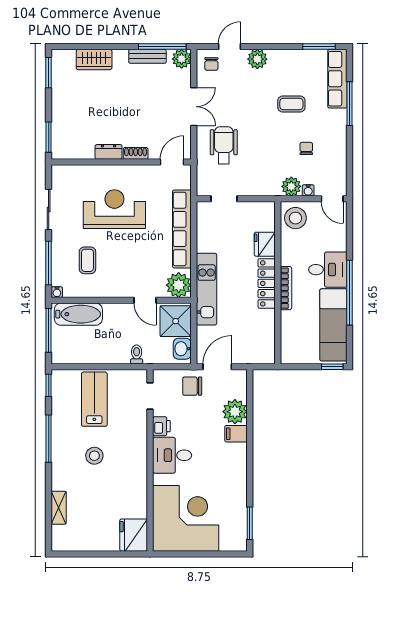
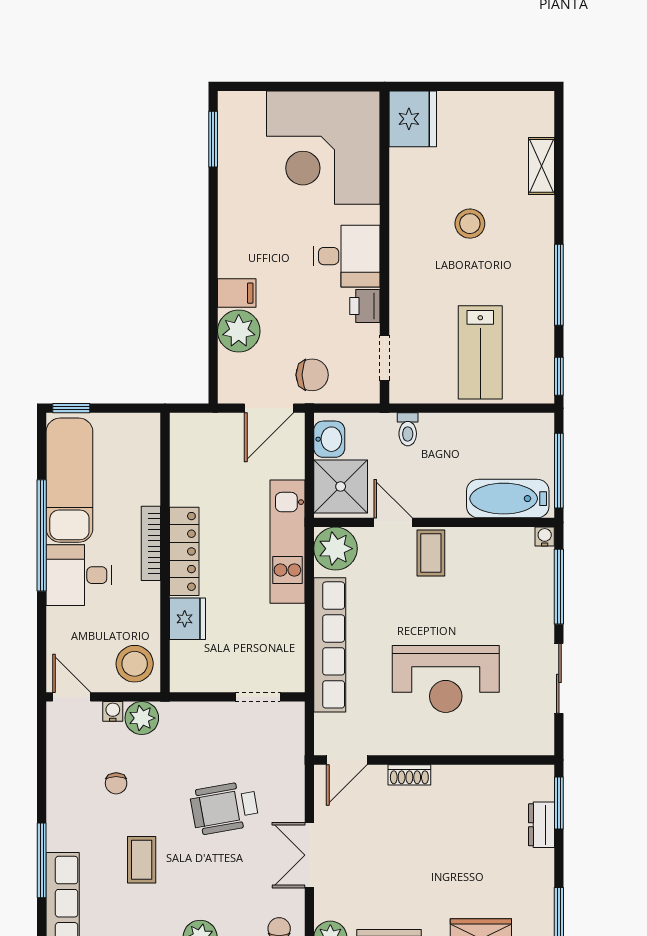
coffee table: (291, 104) -> (142, 860), turned 90
wheelchair: (224, 145) -> (224, 808), moved, turned 80
dresser: (109, 152) -> (542, 825), moved, turned 90
coffee table: (87, 260) -> (431, 553), moved
stool: (94, 456) -> (470, 224), moved

